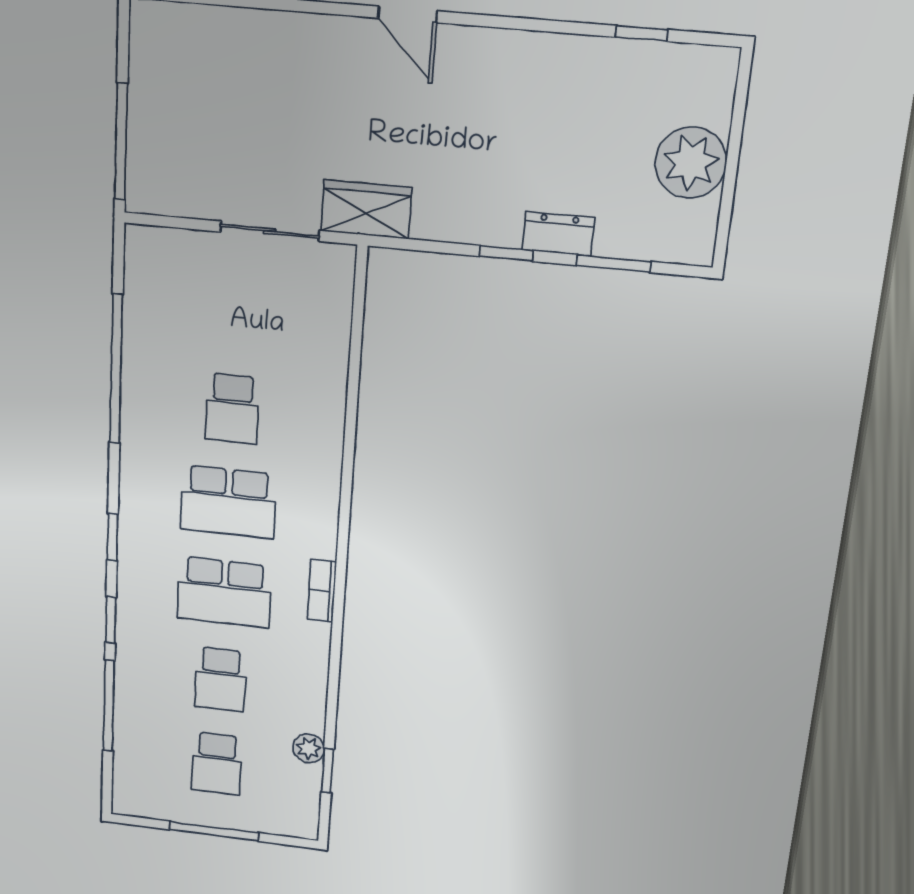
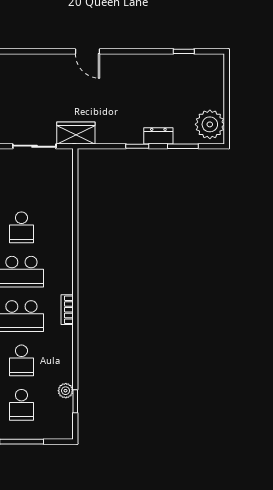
plant: (691, 162) -> (210, 124), moved

